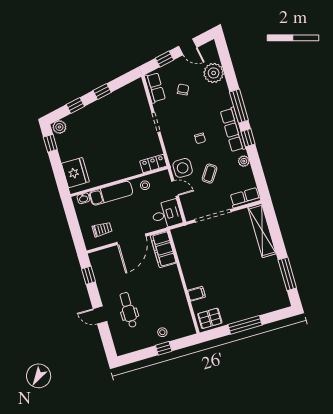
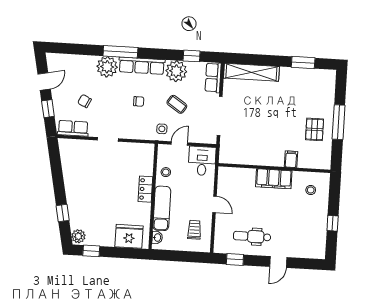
plant: (214, 73) -> (107, 67), moved
window: (102, 91) -> (58, 182), removed
window: (248, 138) -> (192, 56), moved
plant: (244, 161) -> (176, 71), width x1.87, depth x1.87
locker: (153, 164) -> (145, 189), moved
side table: (183, 168) -> (162, 129), width x0.54, depth x0.54
door: (131, 239) -> (214, 204), width x0.53
filing cabinet: (163, 249) -> (274, 179), moved
window: (287, 274) -> (303, 63), width x0.69
dental chair: (128, 310) -> (252, 236), moved
pallet: (210, 318) -> (315, 129), moved
stool: (162, 332) -> (311, 190), moved
window: (164, 348) -> (333, 223), moved

